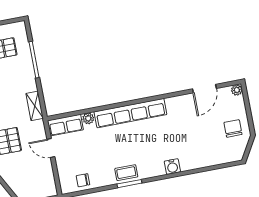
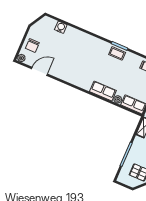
row of seats: (130, 113) -> (103, 91), width x0.50
chair: (233, 128) -> (32, 45), moved
water cooler: (172, 167) -> (61, 27), moved

